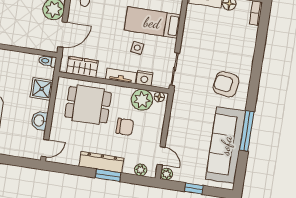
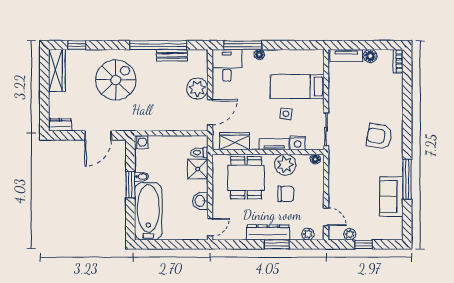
toilet: (48, 61) -> (199, 153), moved
plant: (142, 100) -> (285, 165), moved
dining table: (88, 105) -> (246, 178), turned 90
sofa: (226, 145) -> (391, 197), width x0.54, depth x0.79
plant: (166, 174) -> (350, 234), moved

